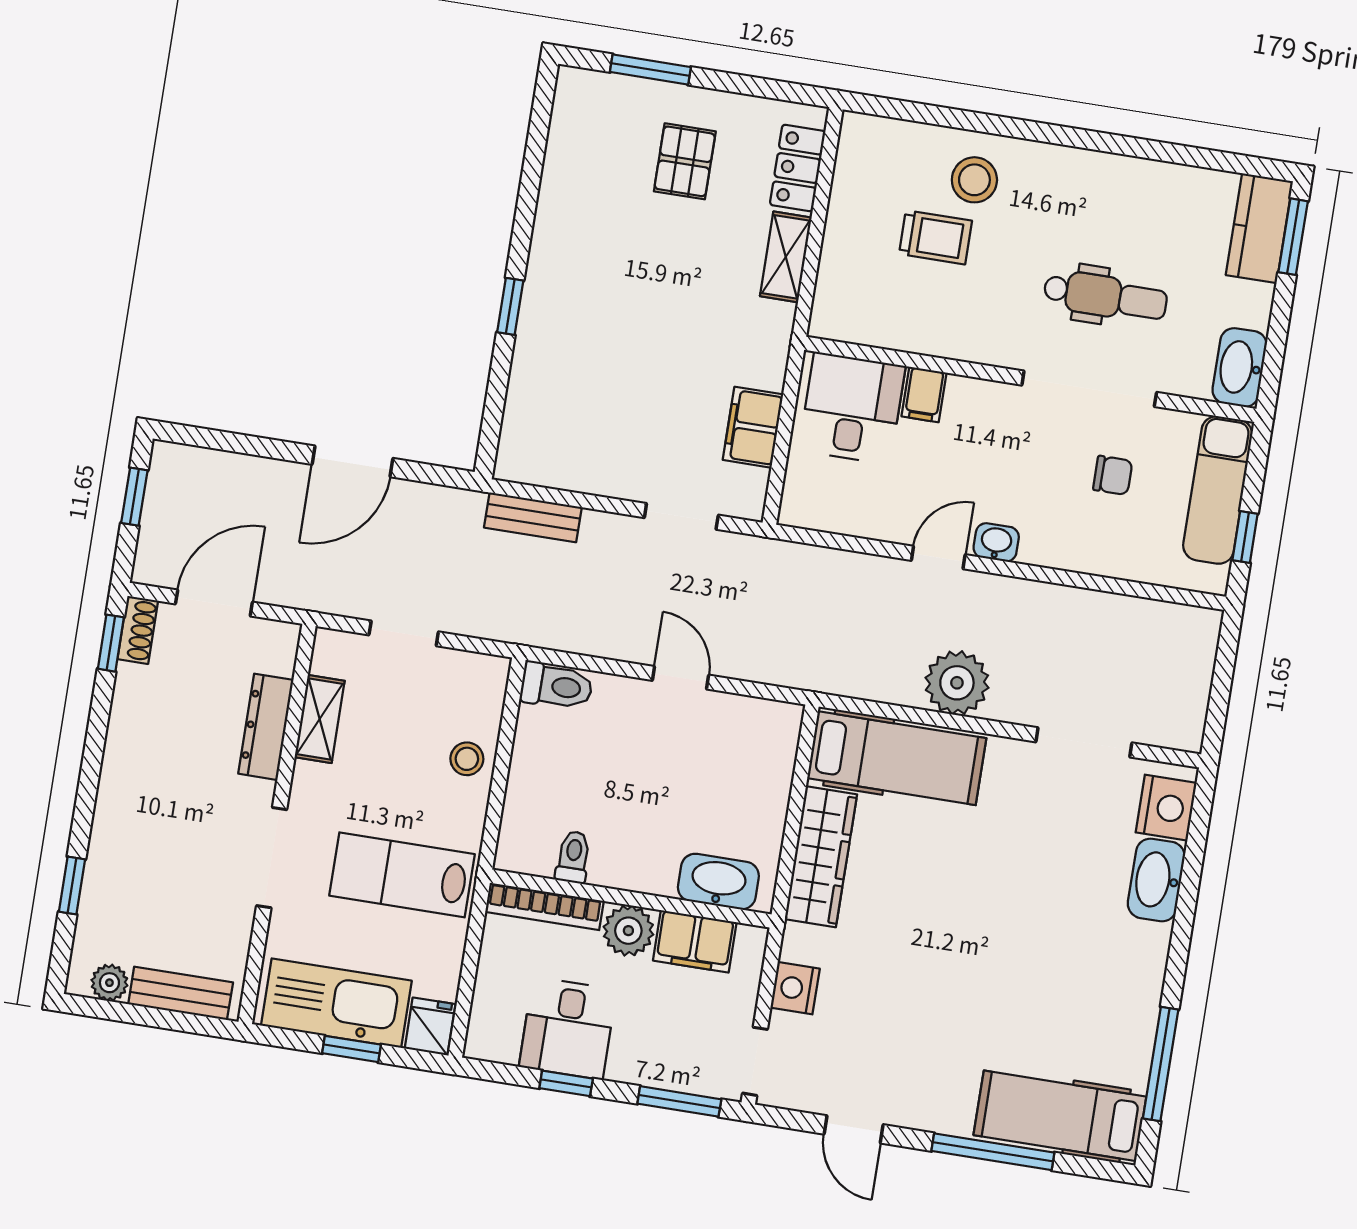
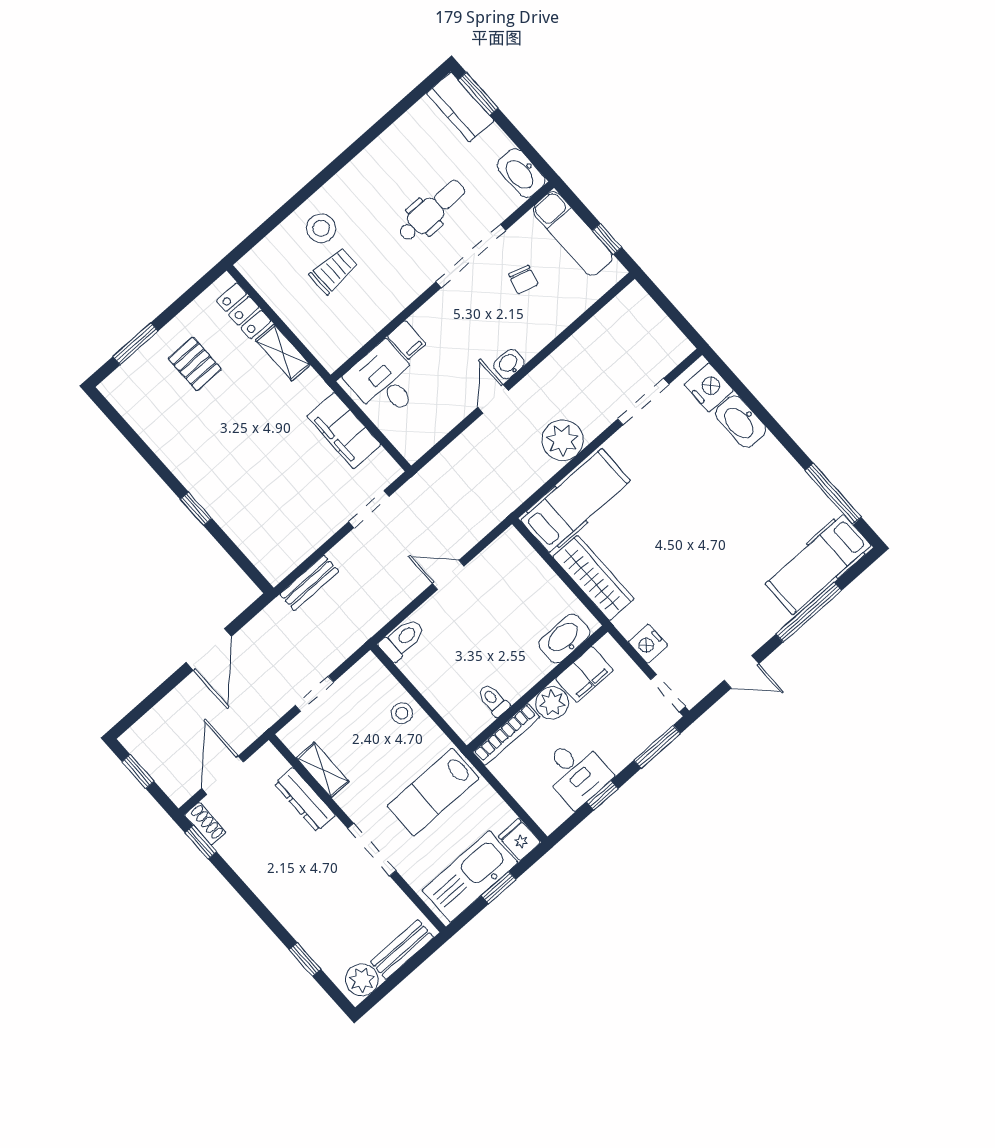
filing cabinet: (753, 427) -> (344, 431), width x1.50, depth x1.17
chair: (1113, 475) -> (523, 279), turned 107
plant: (109, 983) -> (362, 980), width x1.38, depth x1.38

